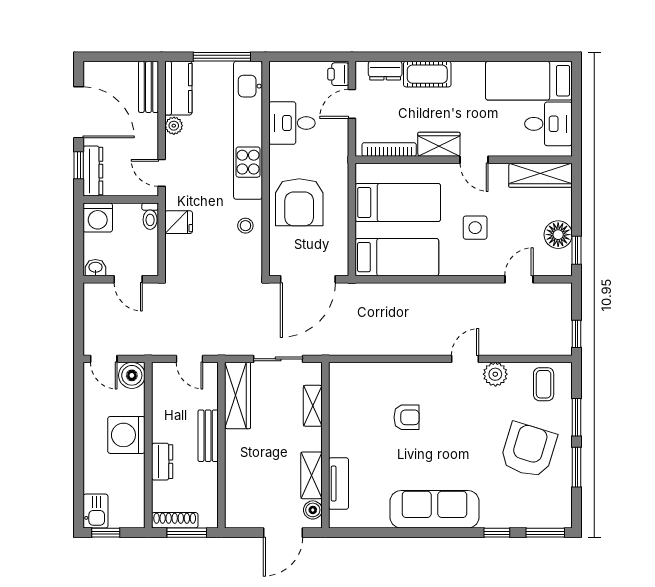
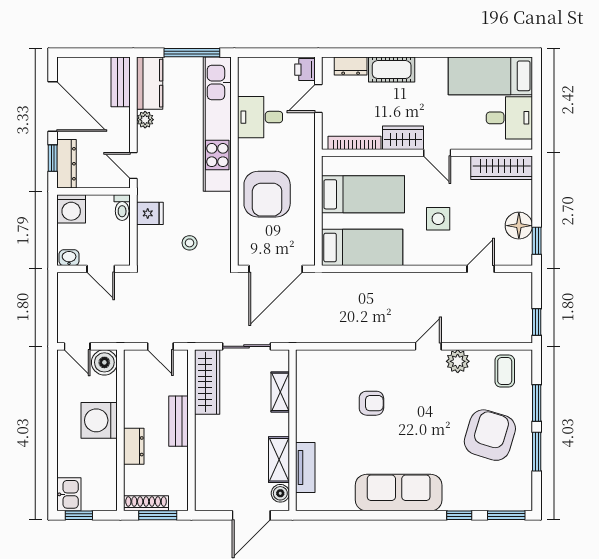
stool: (245, 226) -> (190, 243), moved

